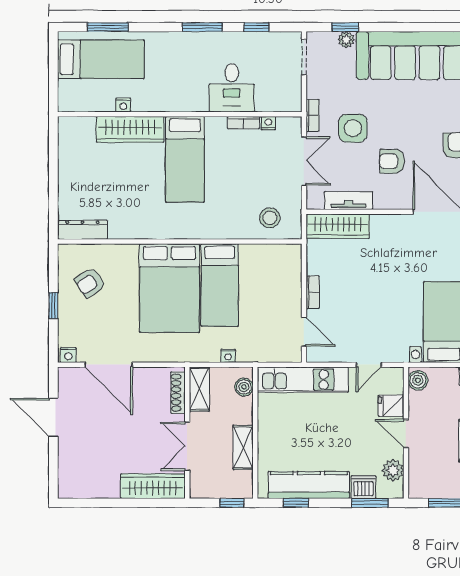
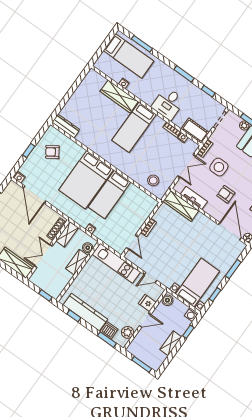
desk: (232, 88) -> (168, 104), moved
cot: (279, 100) -> (195, 131), added
door: (406, 434) -> (145, 320), swing flipped
shelving: (243, 447) -> (77, 262), moved

